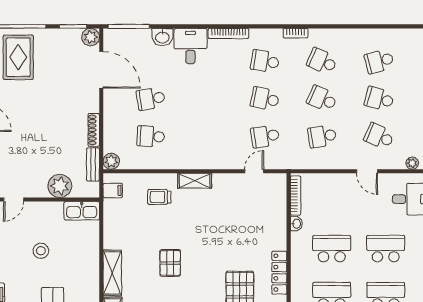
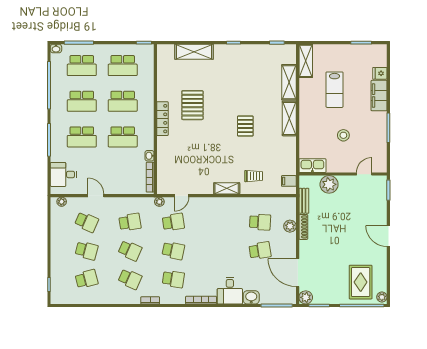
plant: (111, 161) -> (290, 226), moved
plant: (283, 163) -> (159, 202), added

